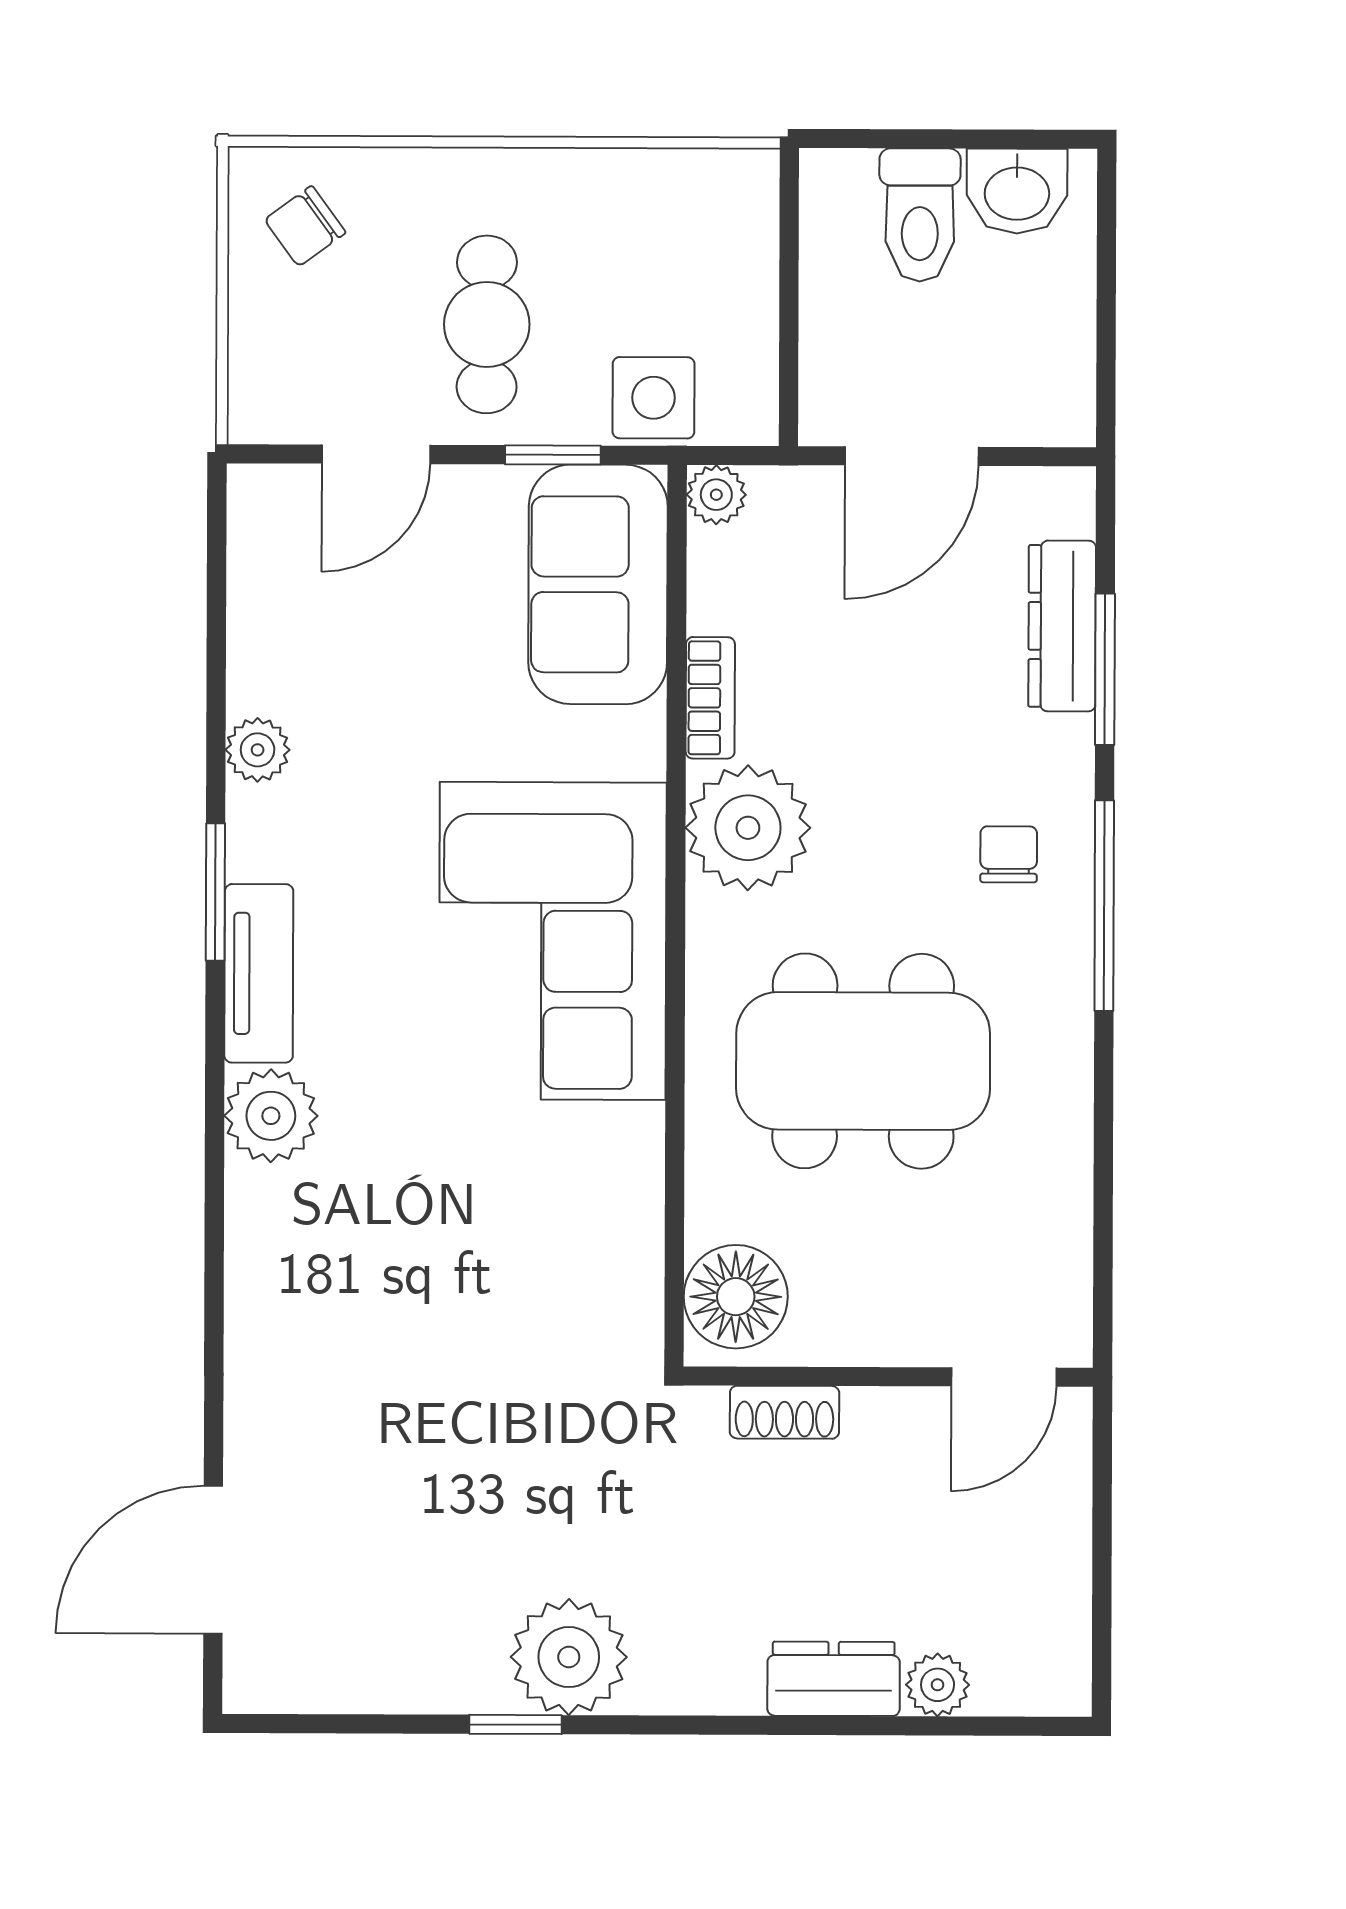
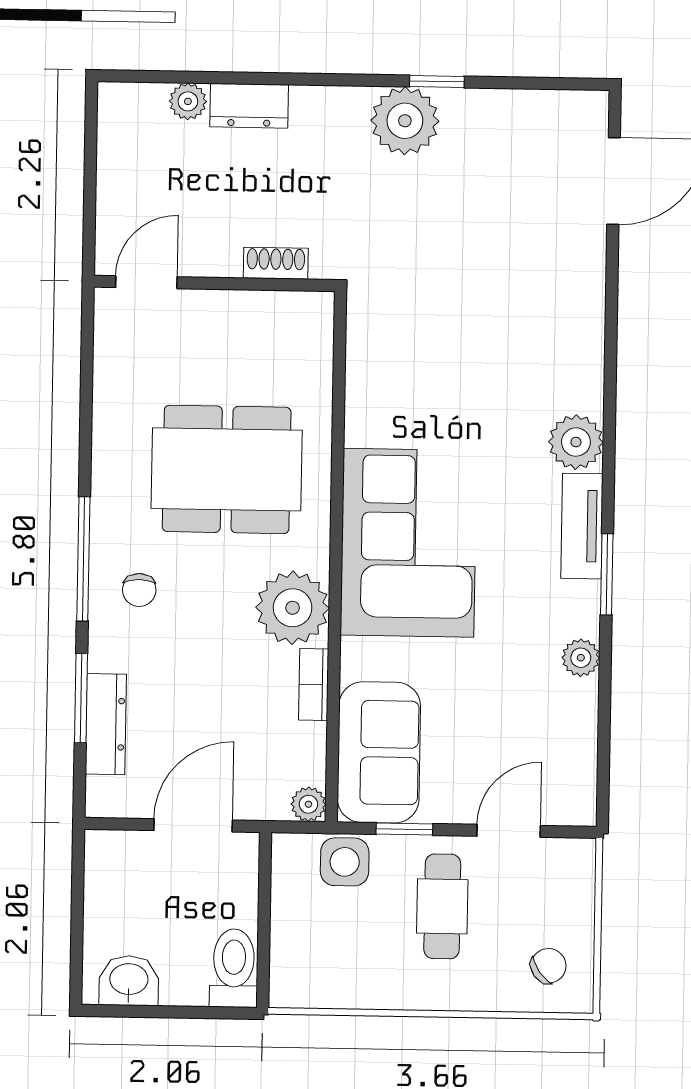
toilet: (920, 215) -> (234, 968), moved
floor lamp: (736, 1297) -> (304, 332), removed

